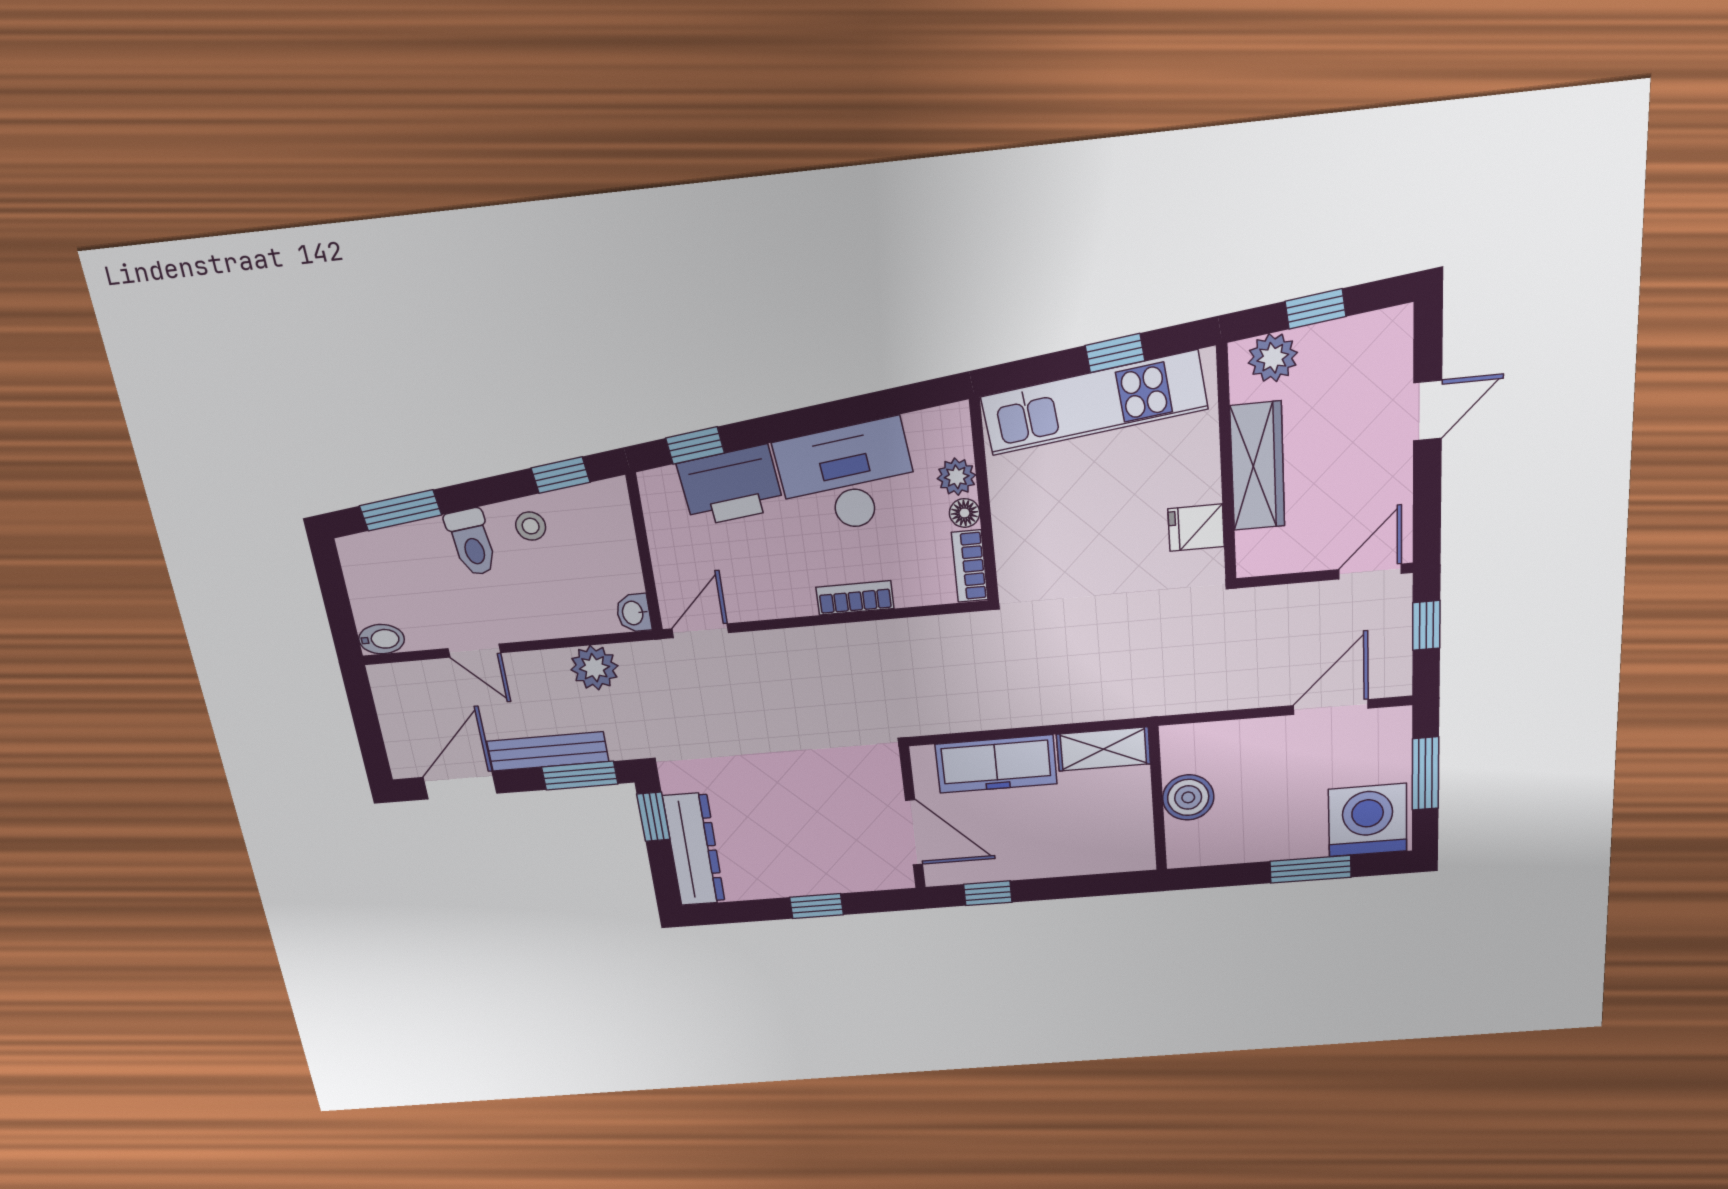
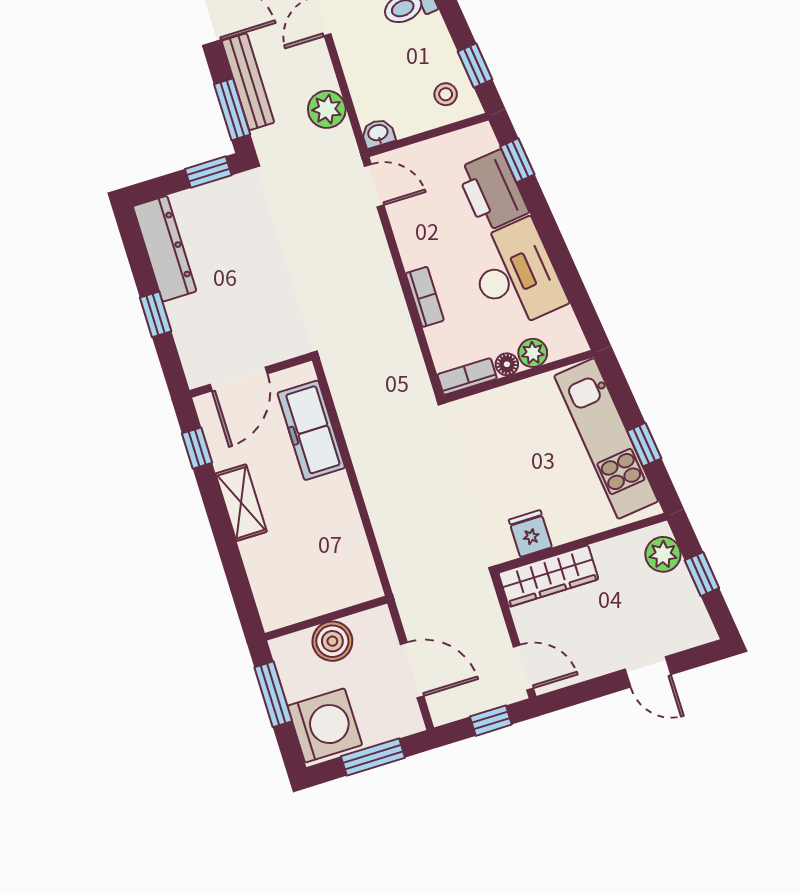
wardrobe: (1257, 466) -> (548, 576), moved
stool: (531, 526) -> (446, 94), moved
shelving: (1103, 749) -> (241, 503), moved
boiler: (1188, 797) -> (332, 641), moved
wall: (1158, 799) -> (326, 618), moved
dresser: (694, 849) -> (165, 249), moved, turned -90

